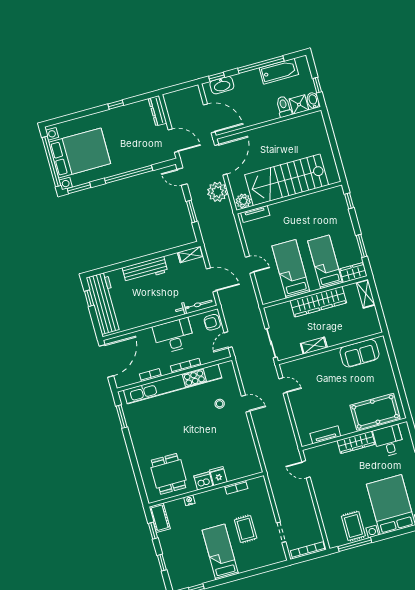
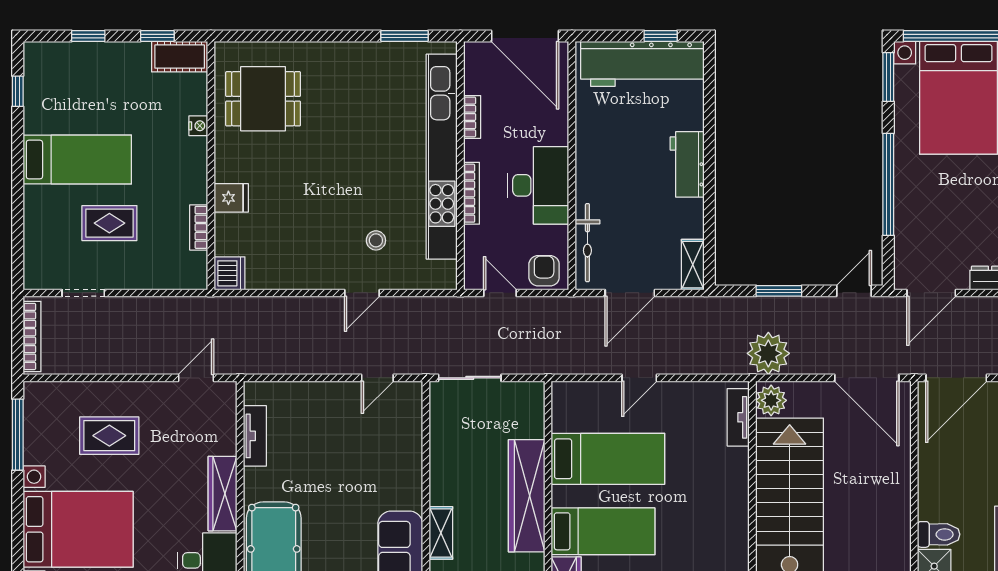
plant: (217, 192) -> (768, 353), moved
workbench: (145, 270) -> (687, 164), width x0.73
shelving: (314, 346) -> (441, 533), moved
dishwasher: (203, 481) -> (230, 273), moved
rug: (353, 526) -> (109, 436), moved

